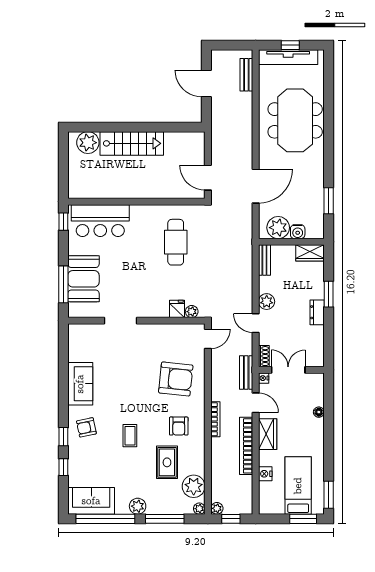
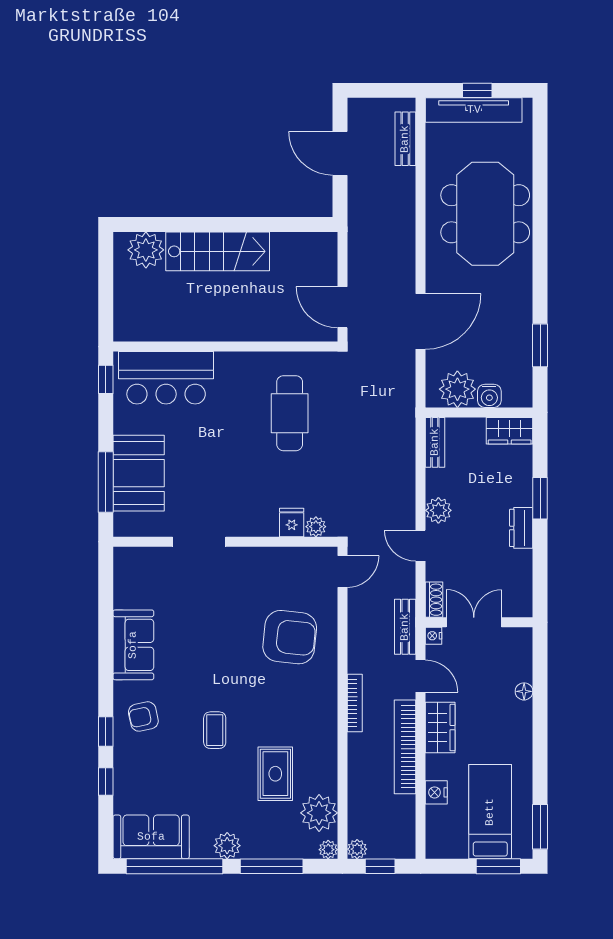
armchair: (179, 426) -> (295, 714), removed

